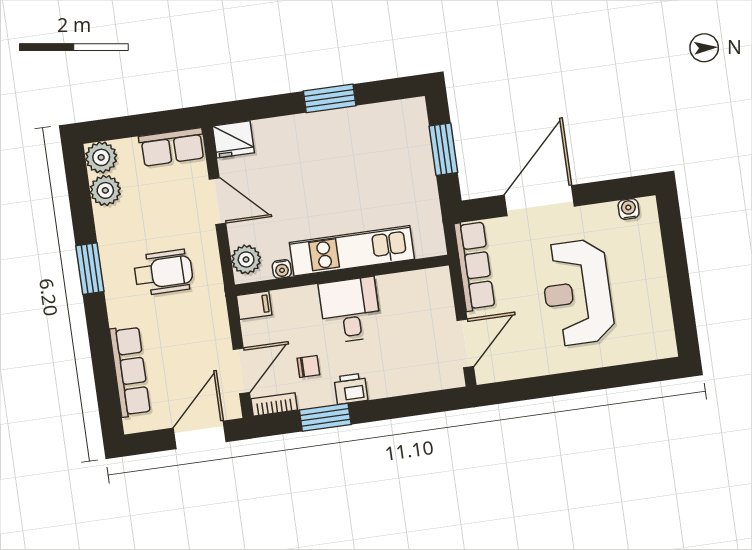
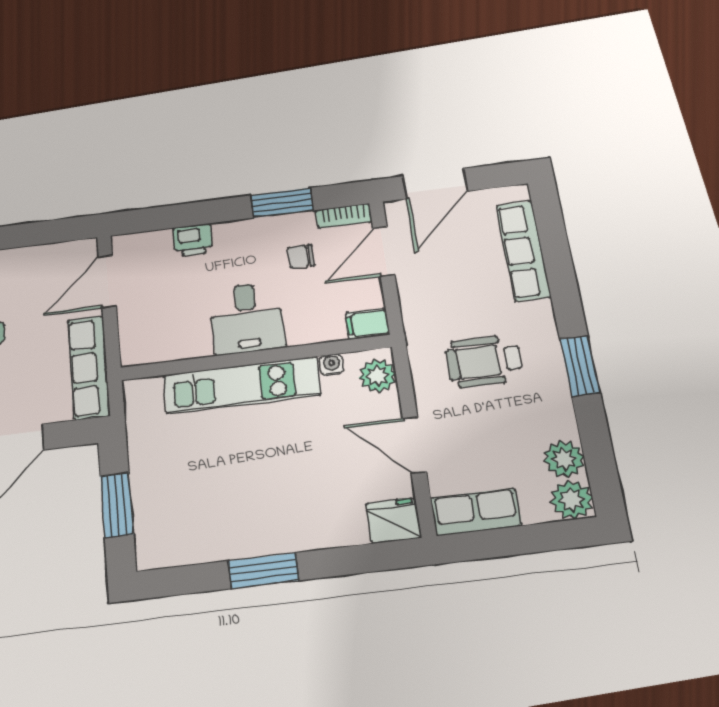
printer: (351, 389) -> (193, 240), moved

